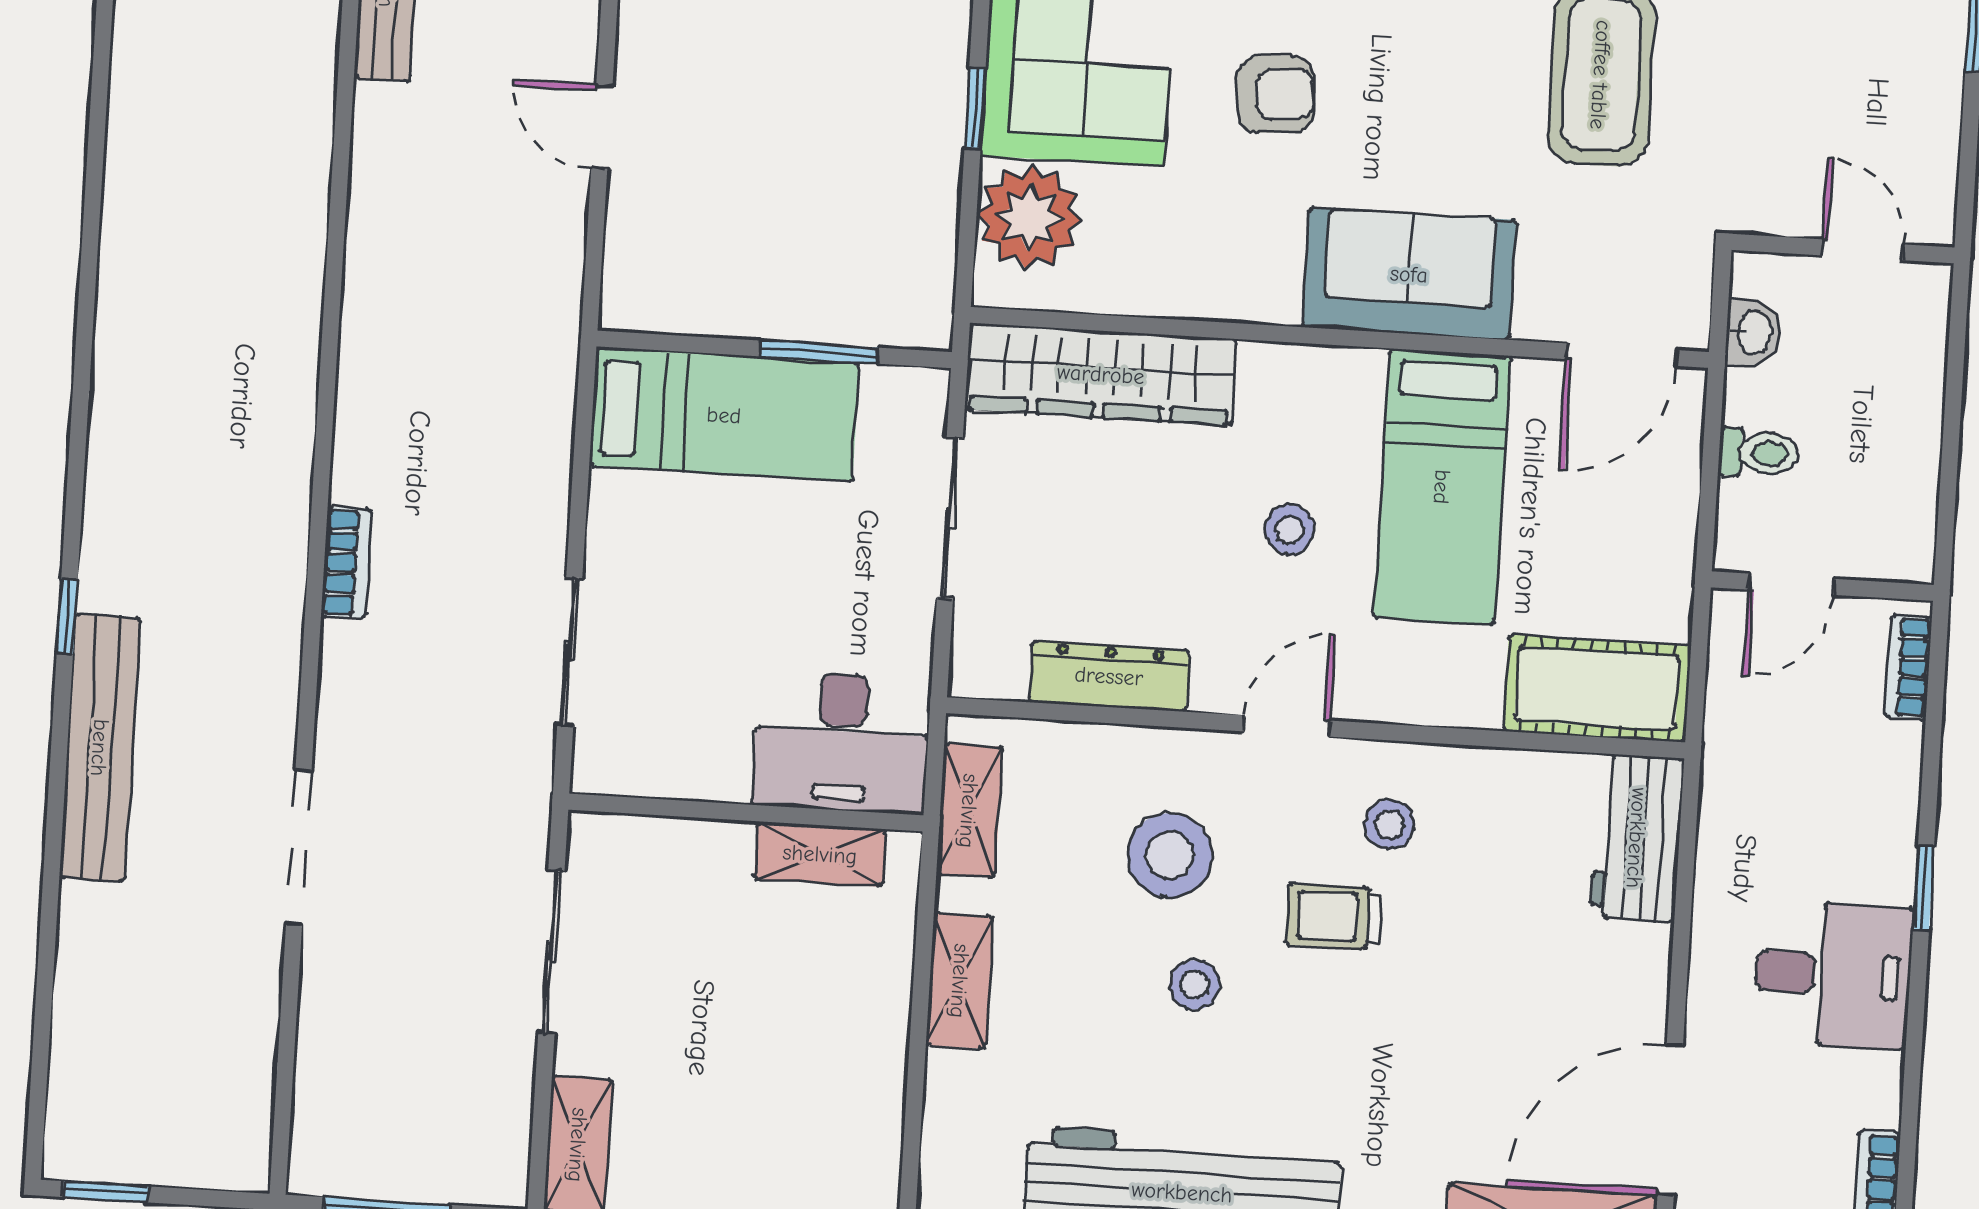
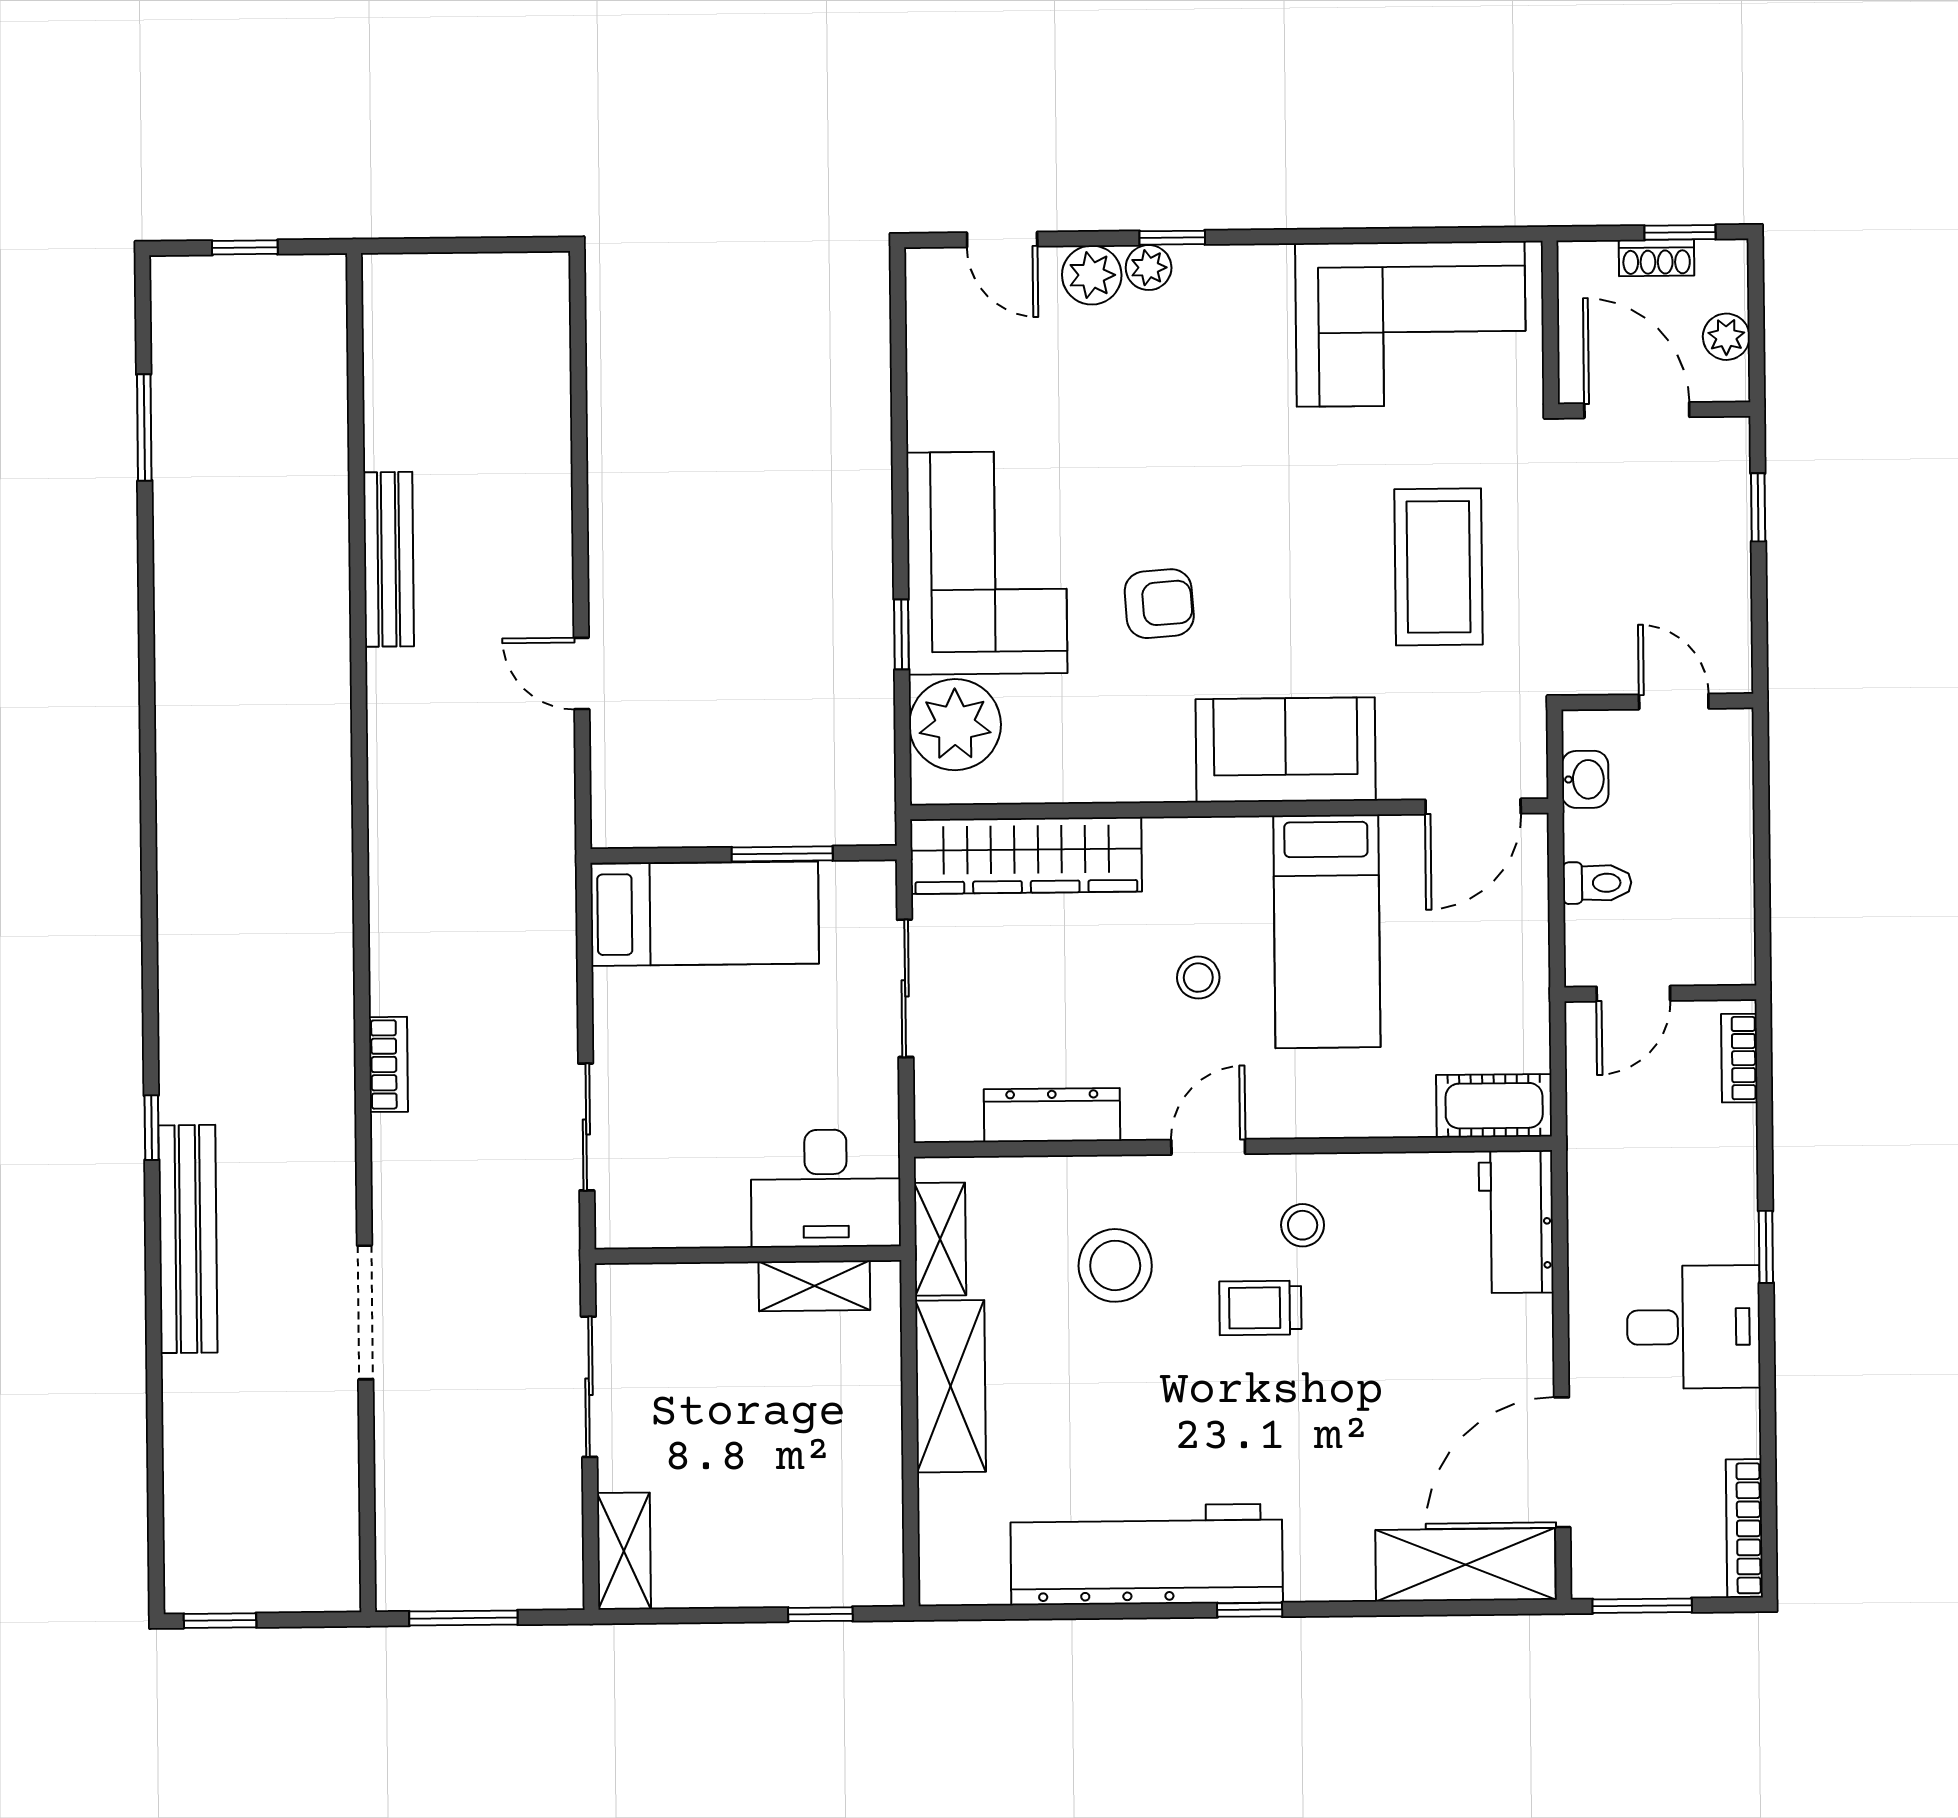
cot: (1597, 688) -> (1494, 1106), width x0.73, depth x0.75
shelving: (960, 981) -> (951, 1386), width x1.50, depth x1.33
stool: (1194, 985) -> (1145, 1375), removed

